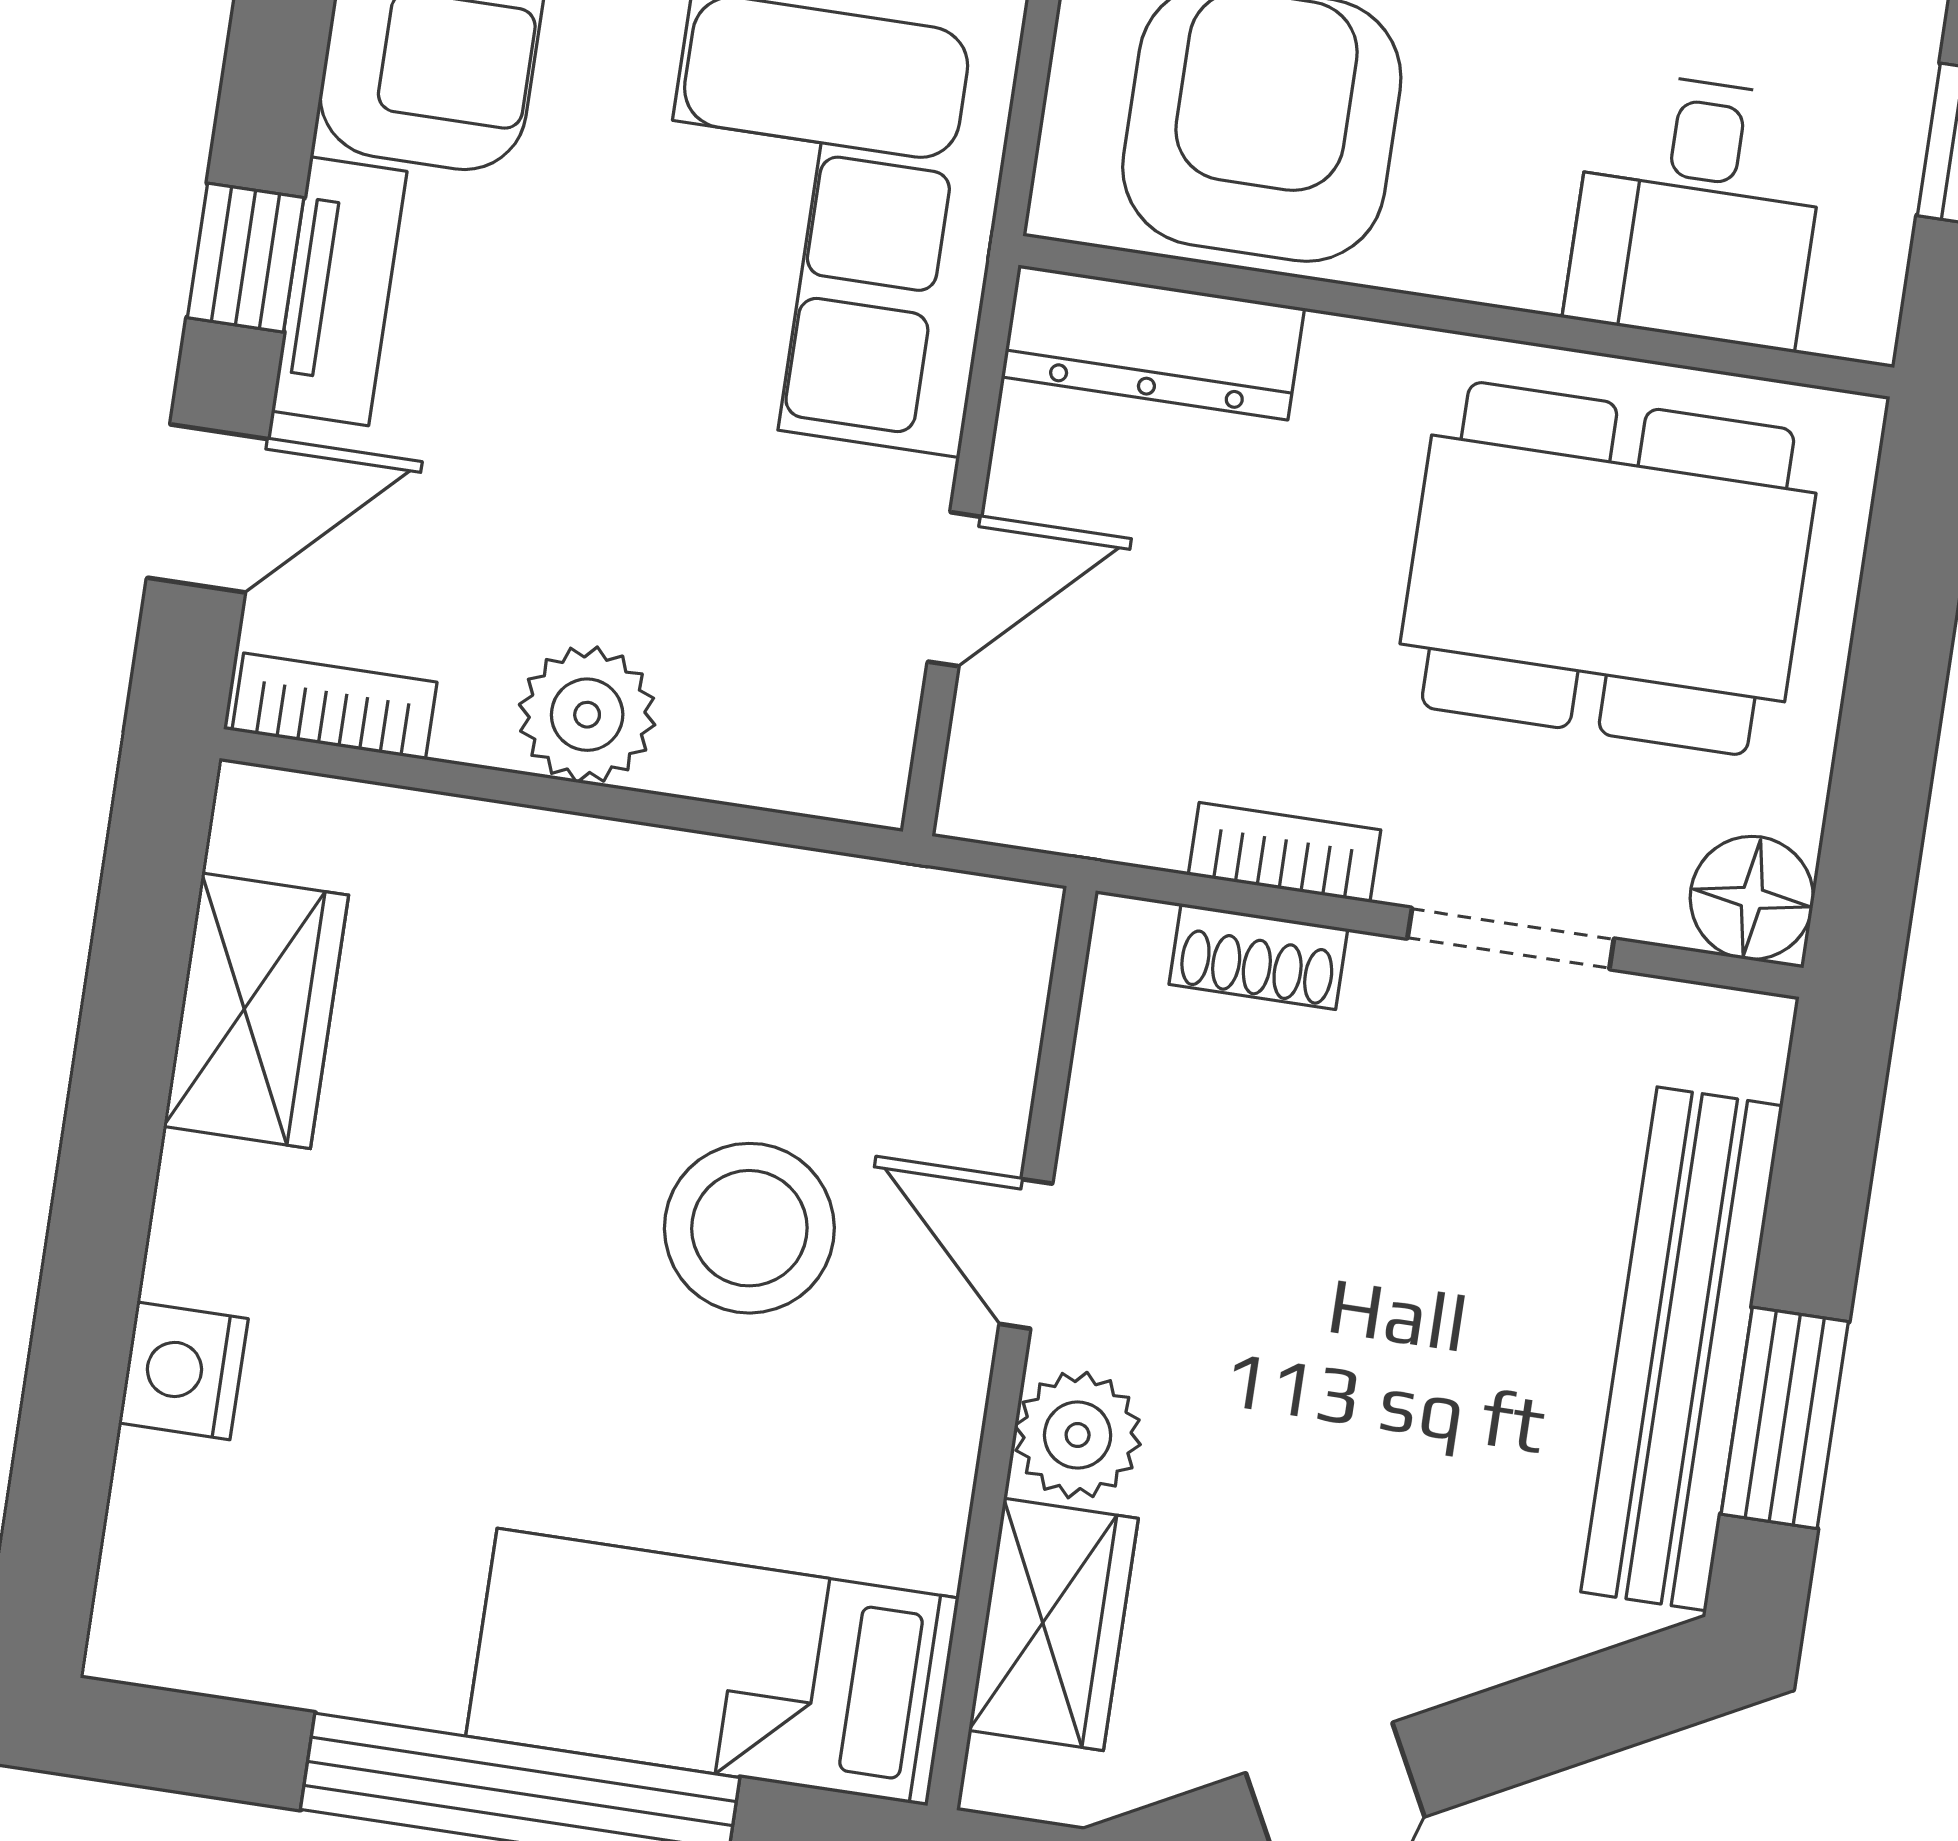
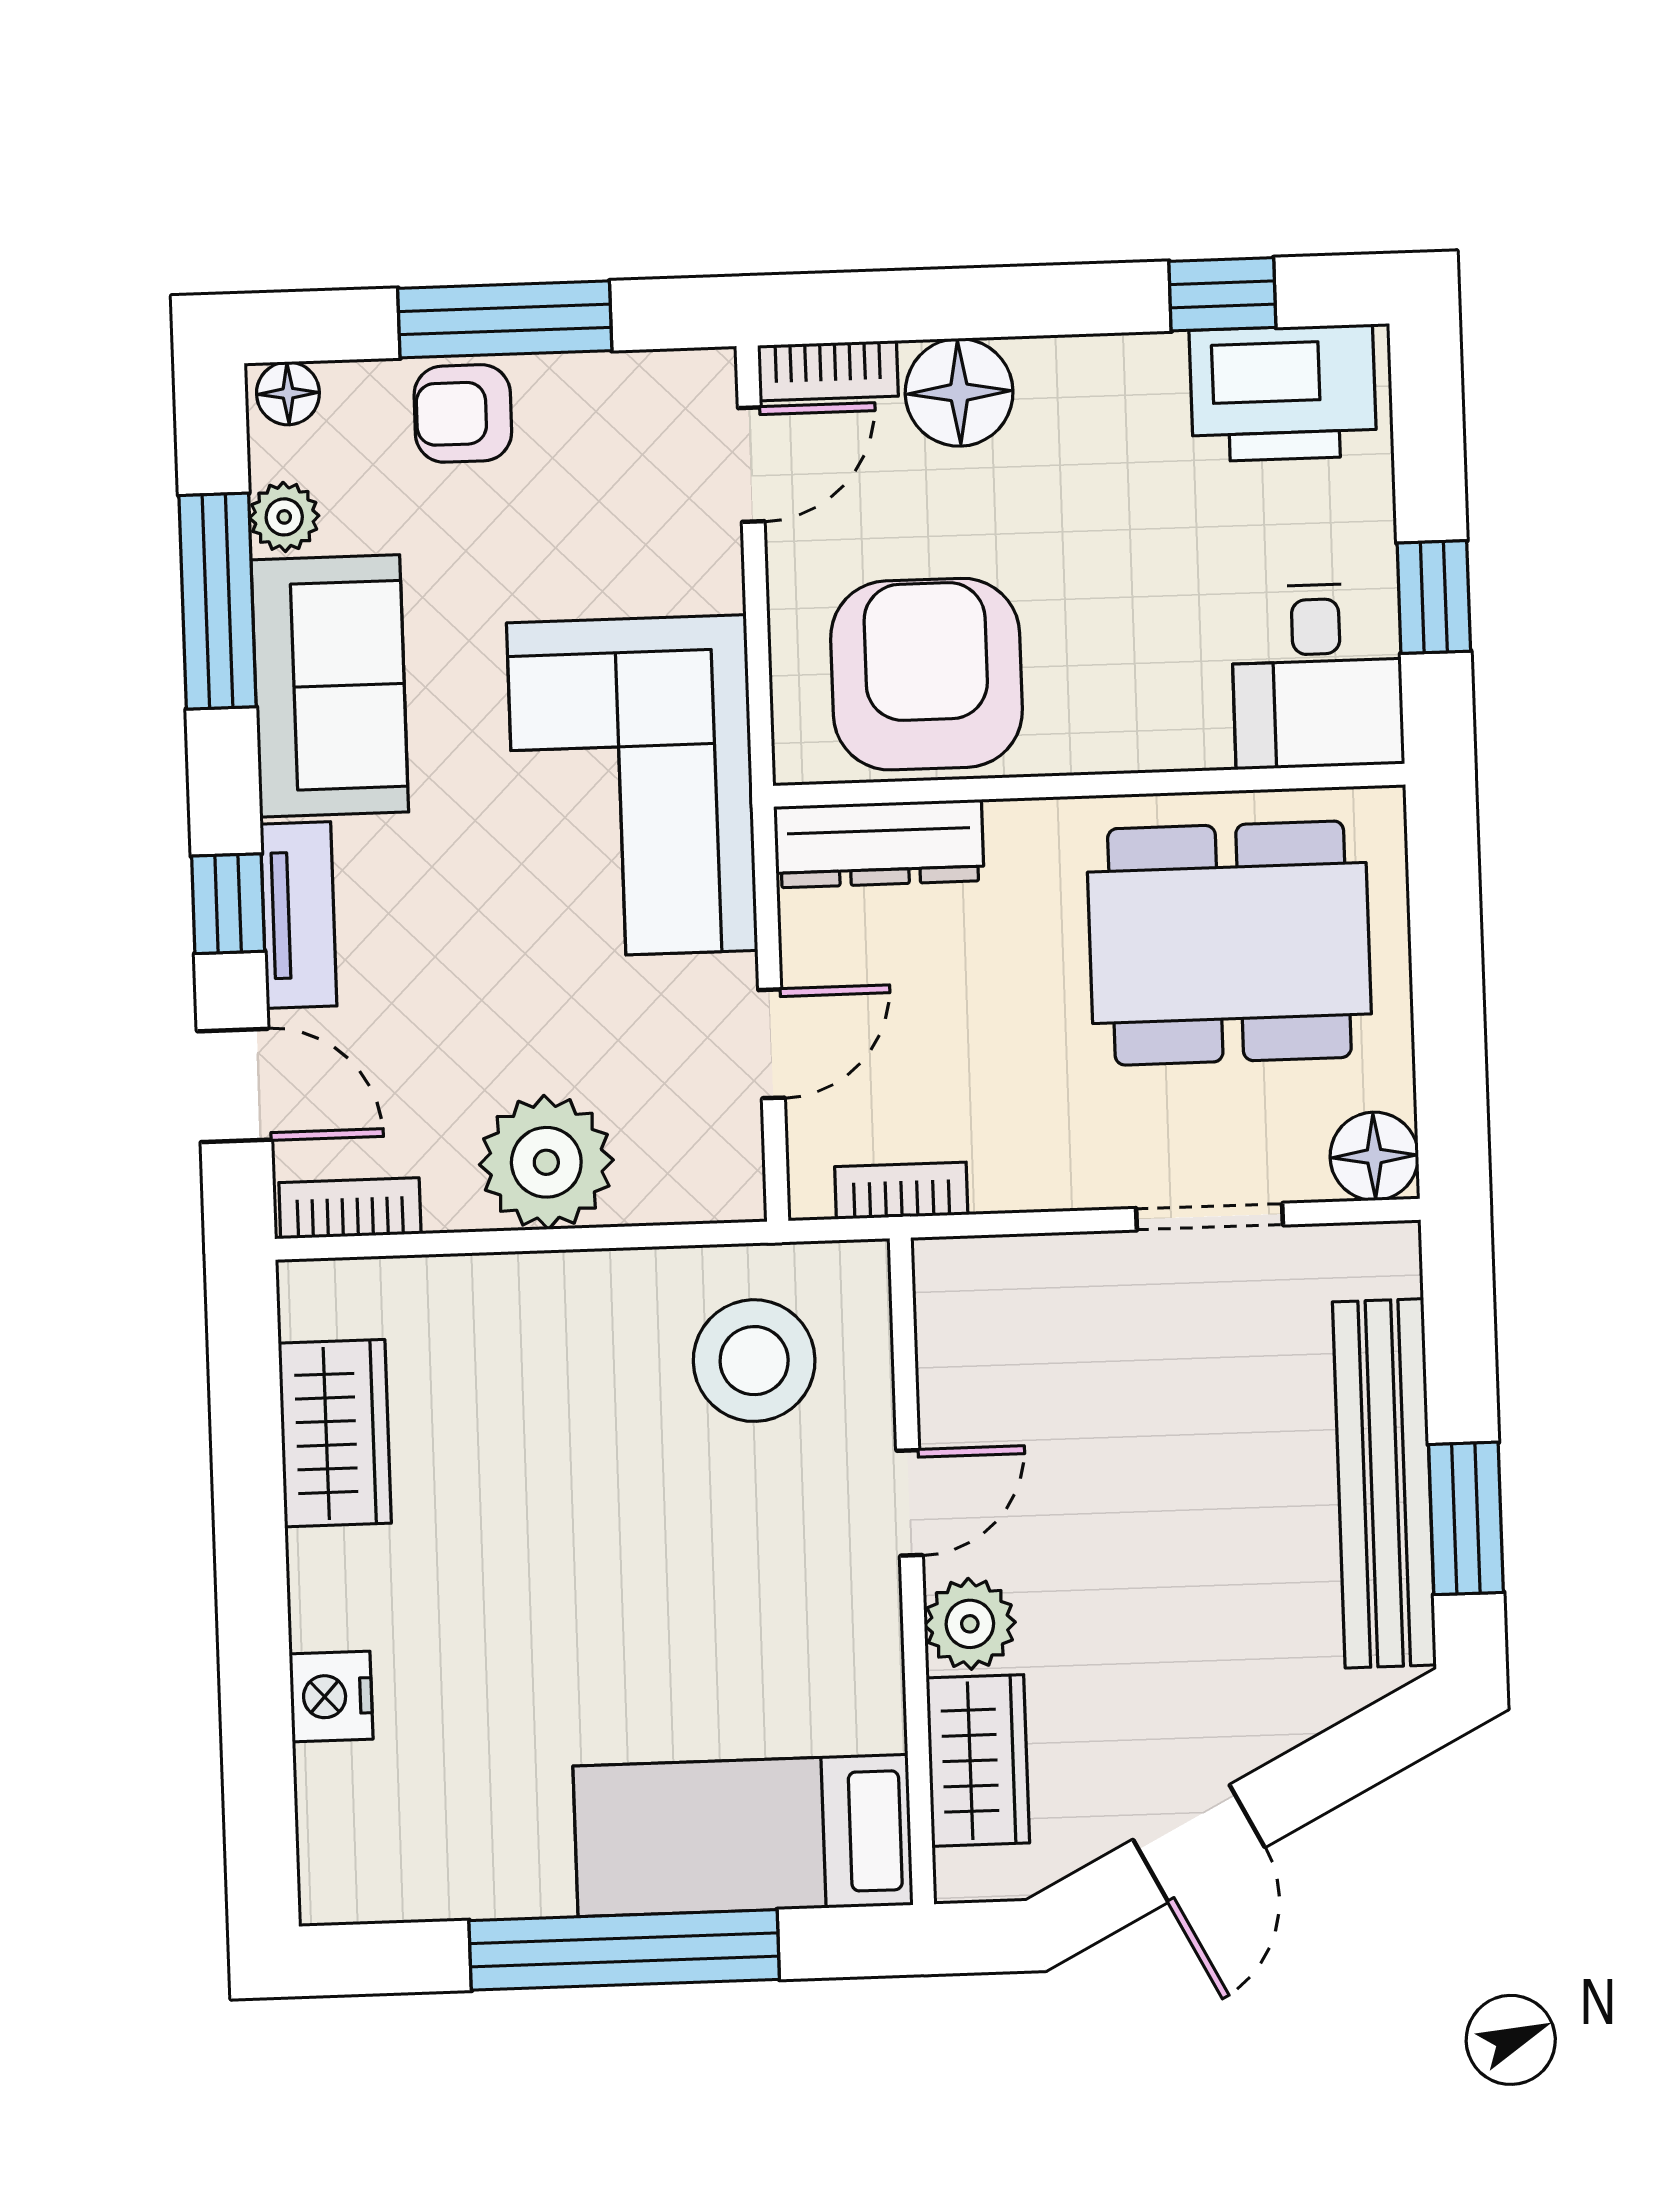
desk: (1697, 210) -> (1317, 676), moved
door: (208, 508) -> (234, 1085), hinge flipped
plant: (587, 715) -> (546, 1162), width x1.36, depth x1.36
bookcase: (1285, 852) -> (901, 1191), moved
shoe rack: (1258, 957) -> (1034, 1263), removed
stool: (749, 1228) -> (754, 1361), moved
door: (1026, 1254) -> (909, 1503), swing flipped

